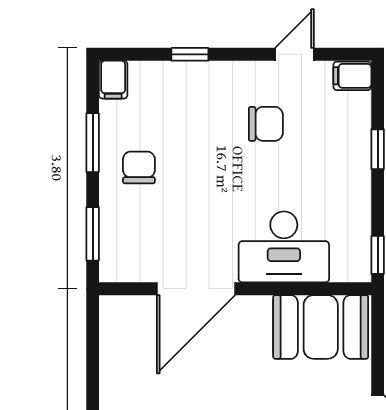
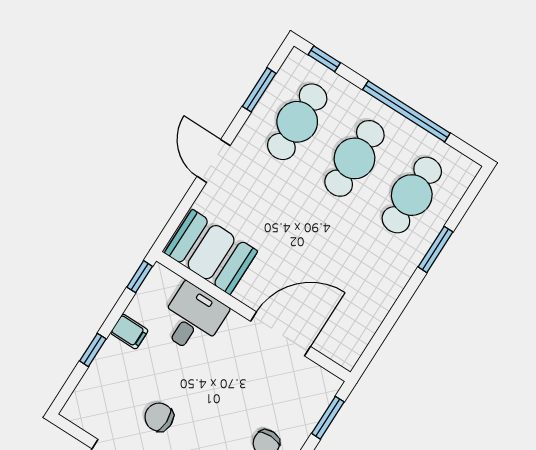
filing cabinet: (352, 76) -> (129, 332), moved
desk: (284, 247) -> (193, 318), width x0.73

